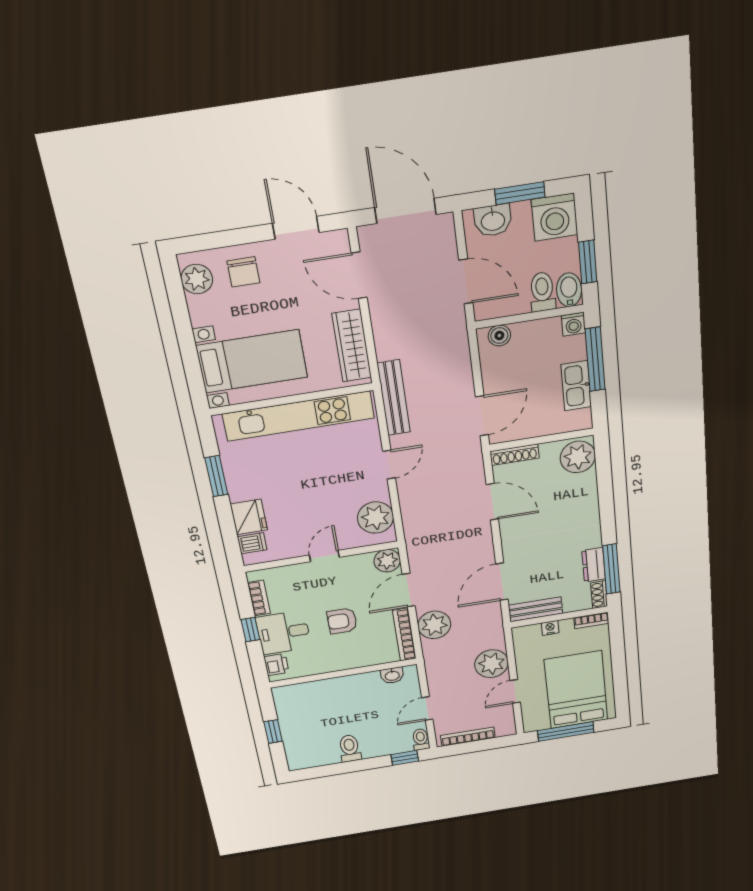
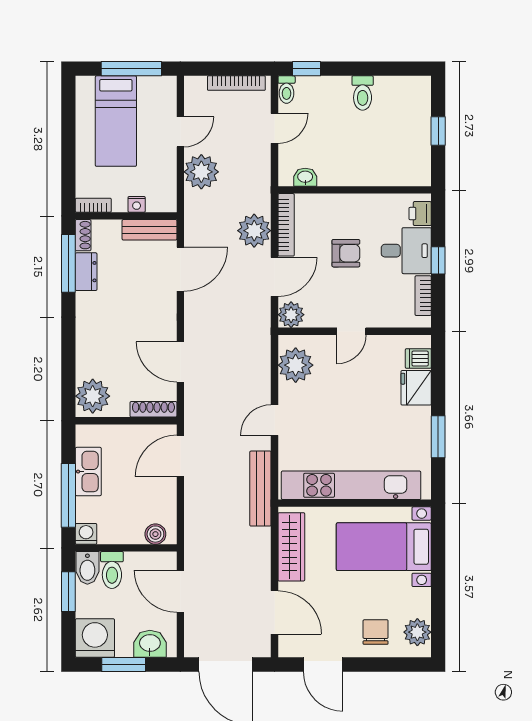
bed: (576, 690) -> (116, 121), width x0.67

